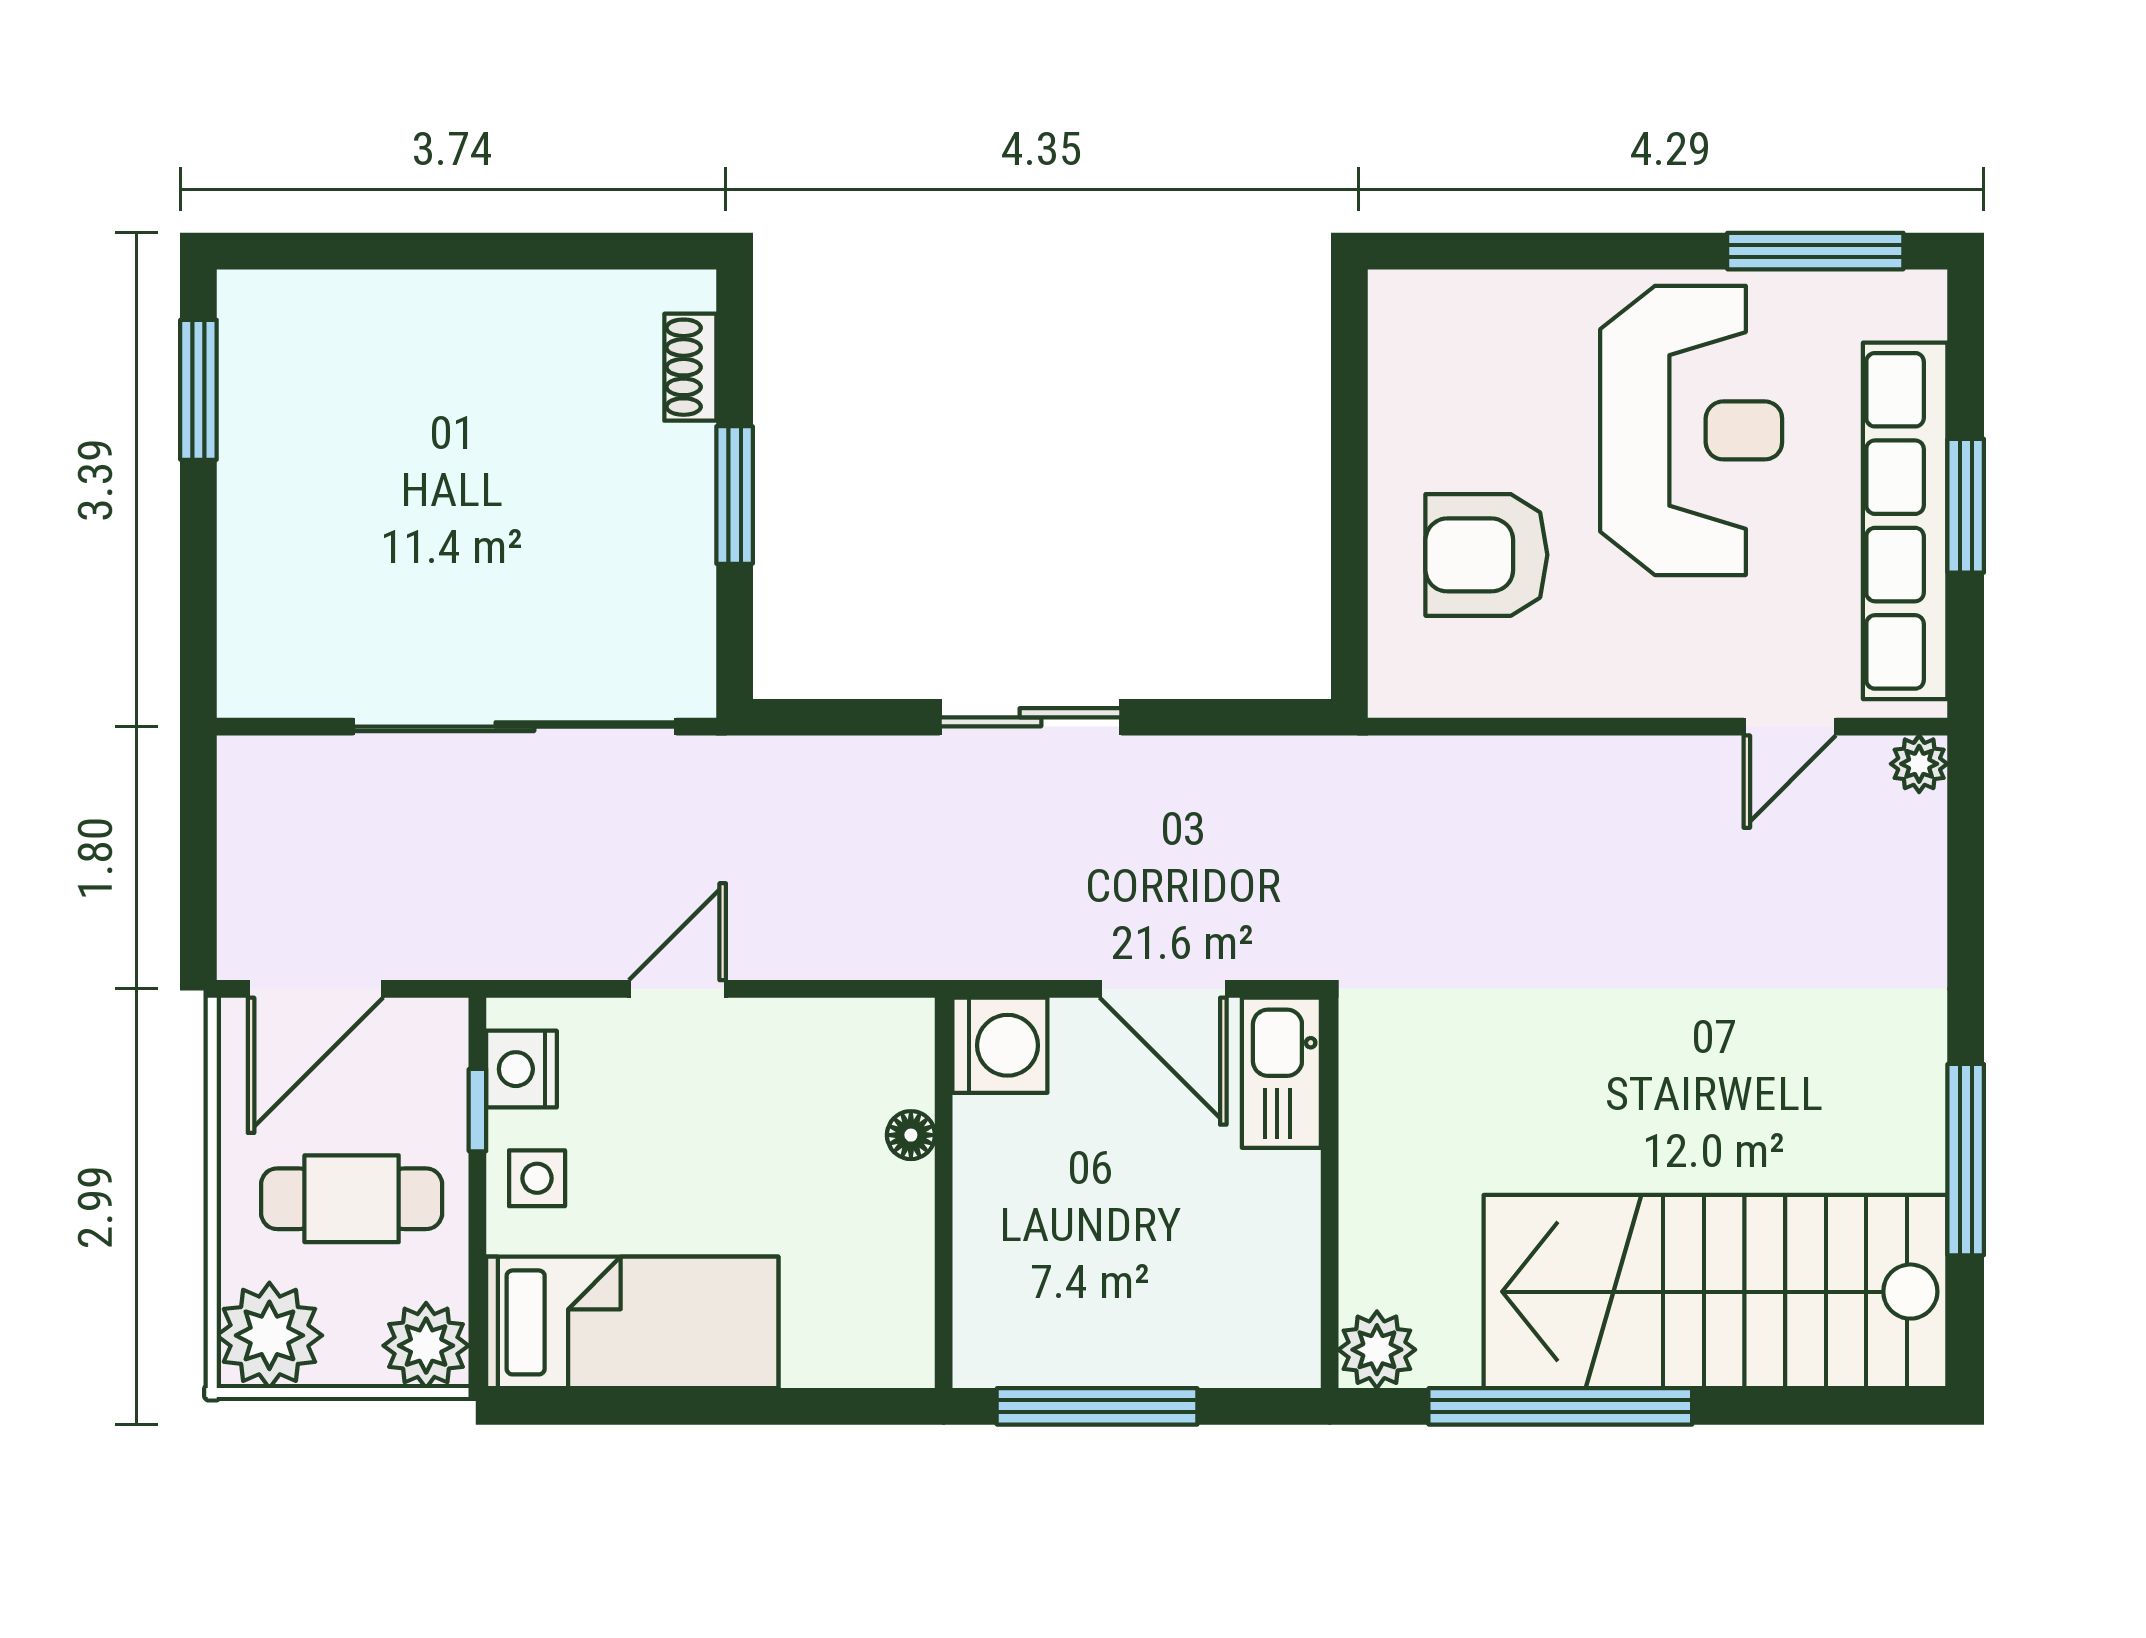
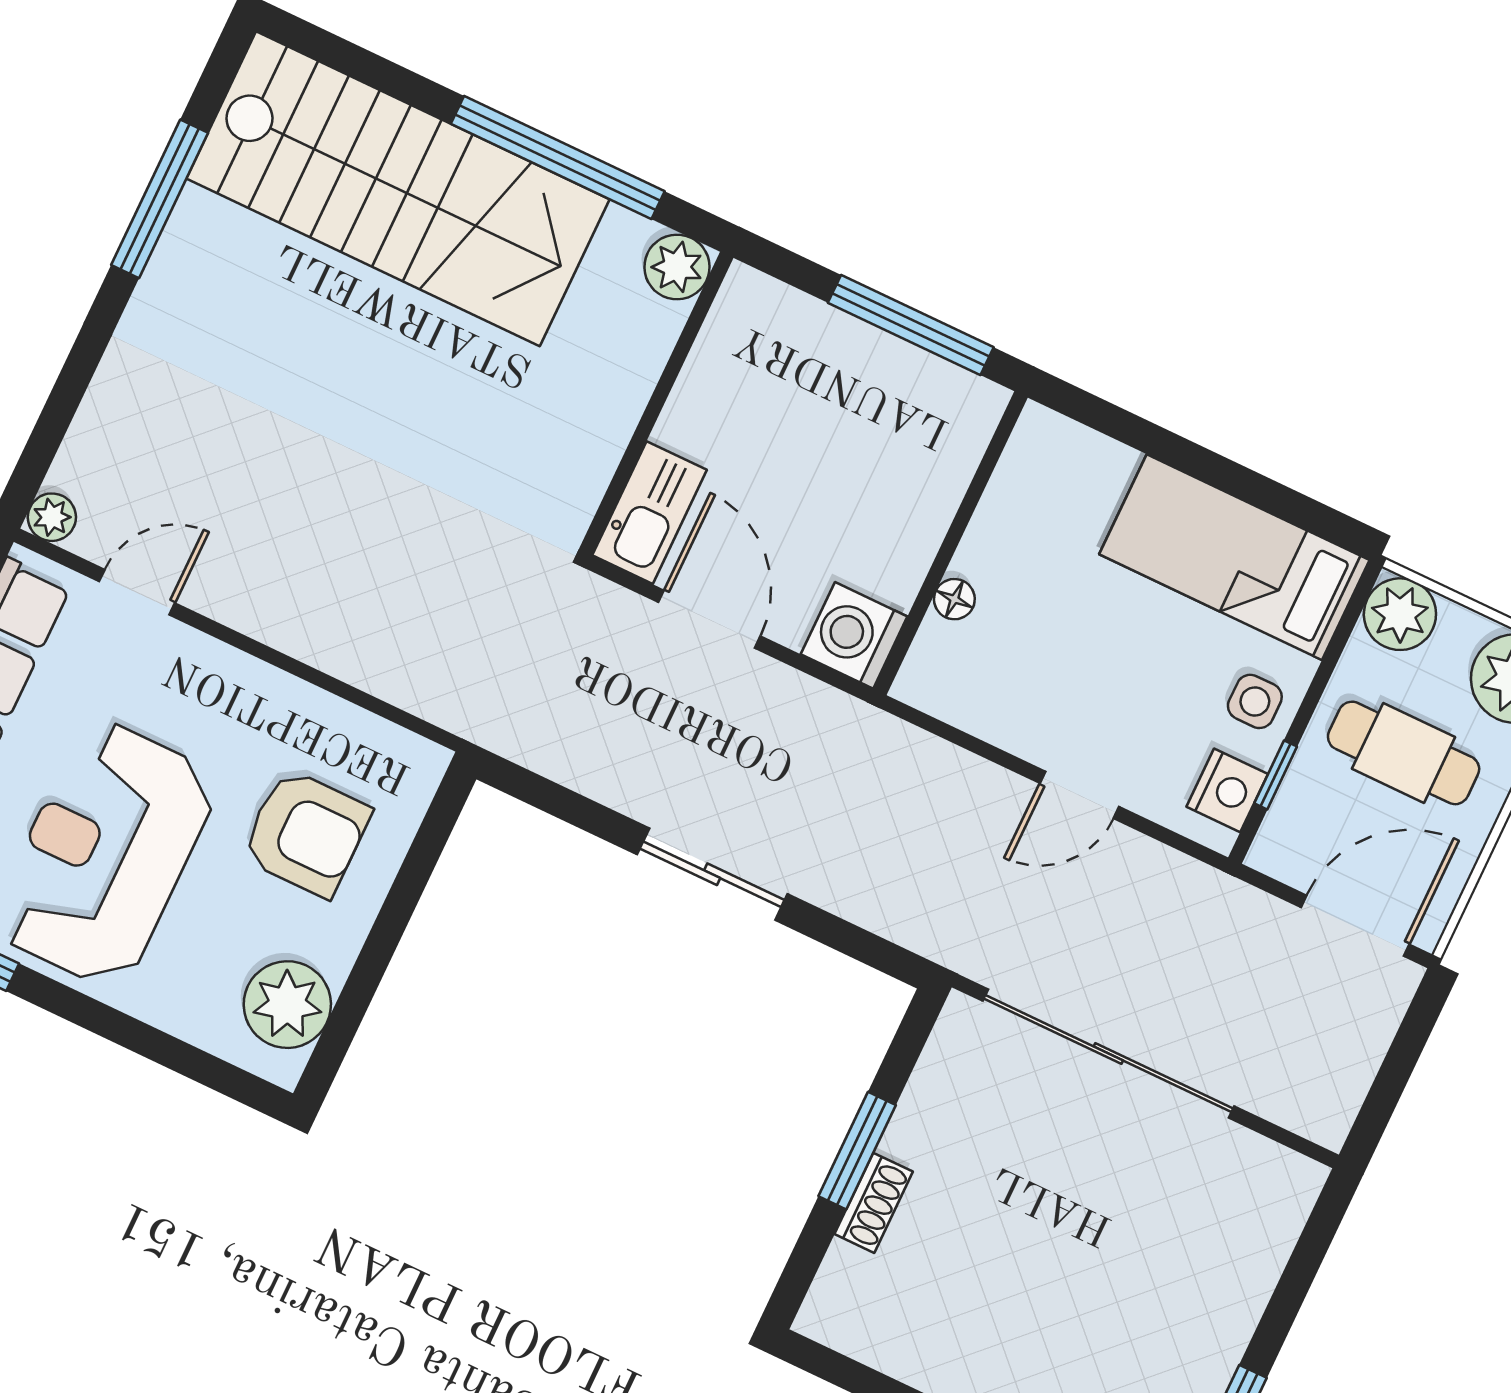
plant: (1419, 362) -> (287, 1005), added
shoe rack: (690, 367) -> (874, 1203), moved

